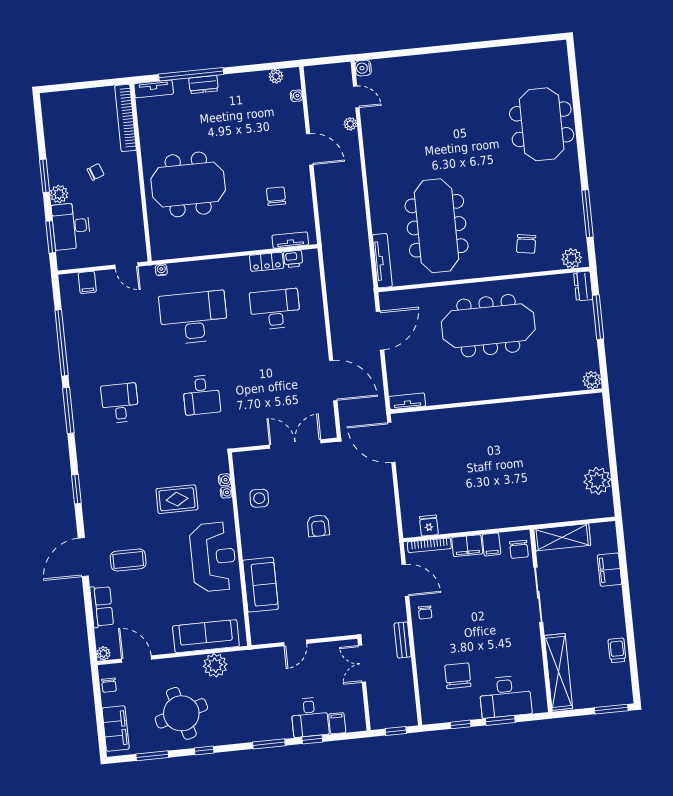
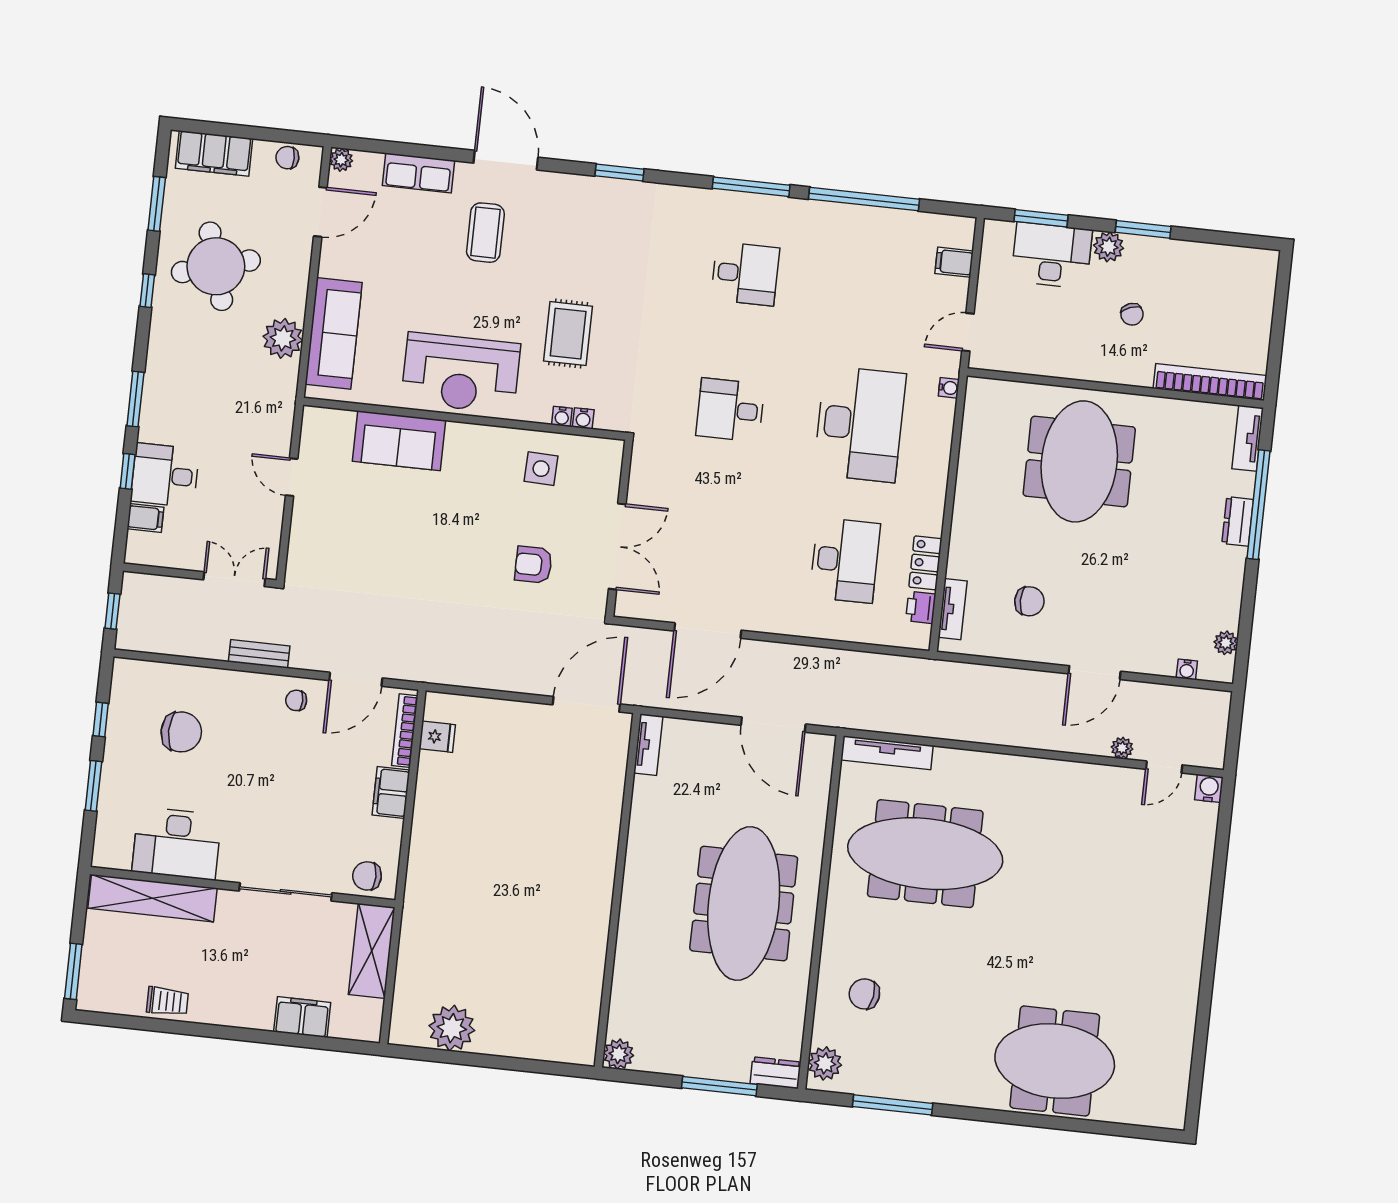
armchair: (318, 526) -> (533, 565), moved
filing cabinet: (491, 544) -> (384, 833), removed
desk: (505, 697) -> (177, 843), moved, turned -90

